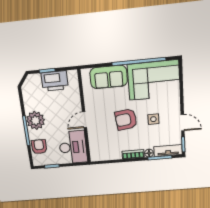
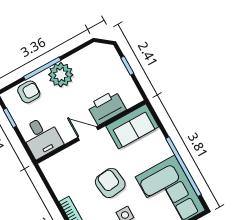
sofa: (109, 77) -> (132, 126), moved, turned -90
printer: (55, 81) -> (107, 107), moved, turned 90
desk: (73, 147) -> (42, 137), width x0.73

